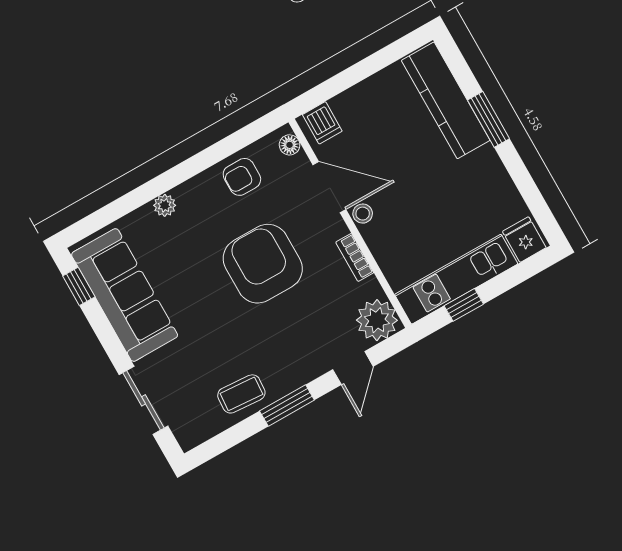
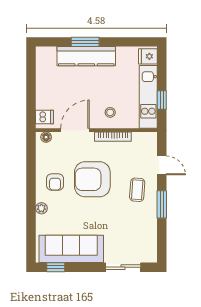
kitchen counter: (446, 100) -> (86, 56), moved
armchair: (242, 177) -> (55, 182), moved
stool: (363, 214) -> (110, 112), moved
bookcase: (355, 257) -> (113, 137), width x1.56
plant: (377, 320) -> (147, 143), removed
coffee table: (241, 394) -> (137, 190), moved

